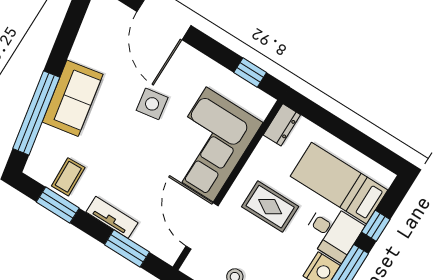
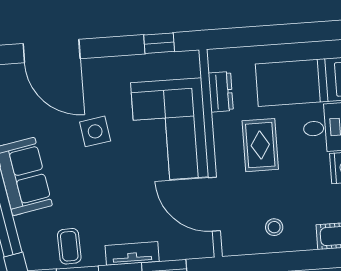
dresser: (282, 125) -> (221, 92), moved
rug: (270, 207) -> (260, 145), turned 90

